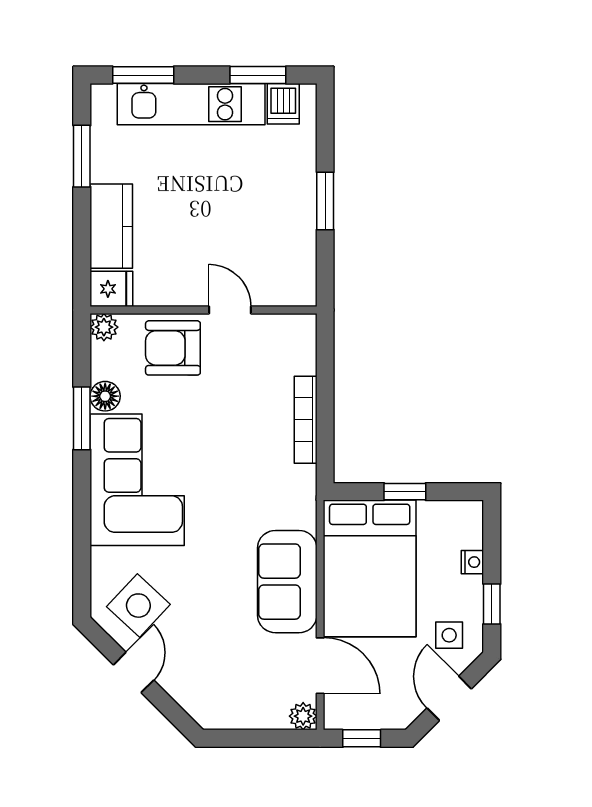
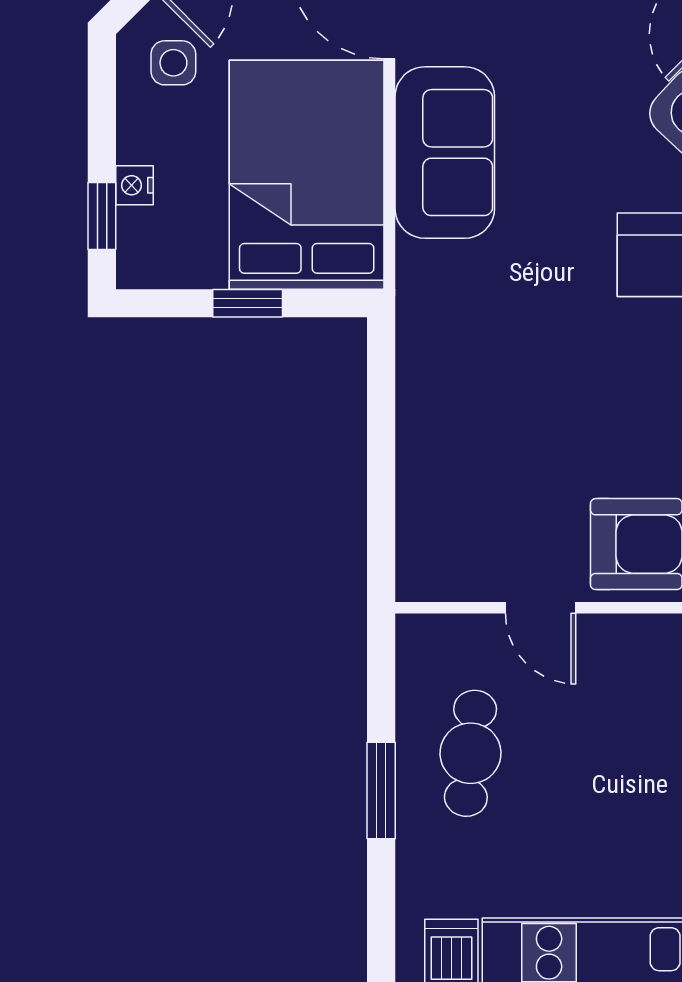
cafe table: (272, 223) -> (470, 753), added
bookcase: (306, 420) -> (414, 424), removed
window: (492, 604) -> (102, 216), moved

